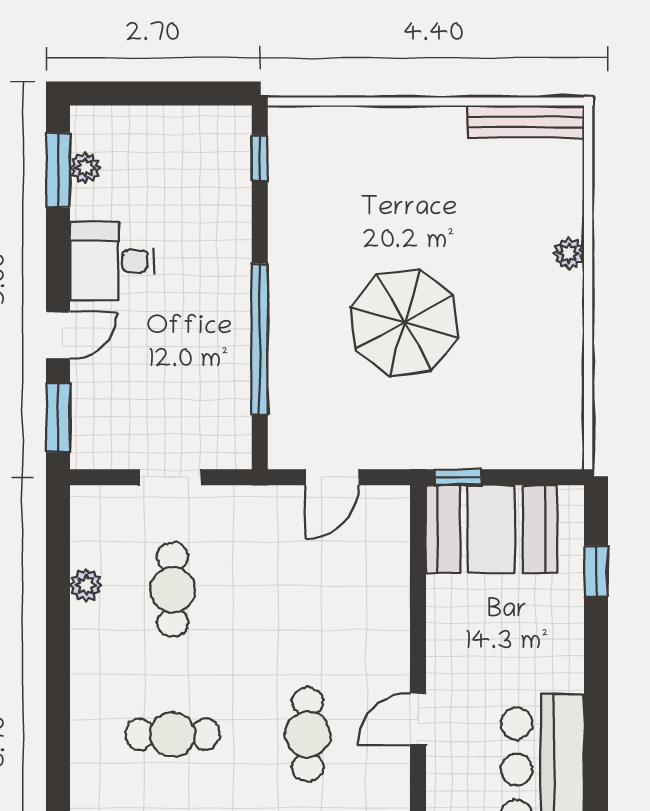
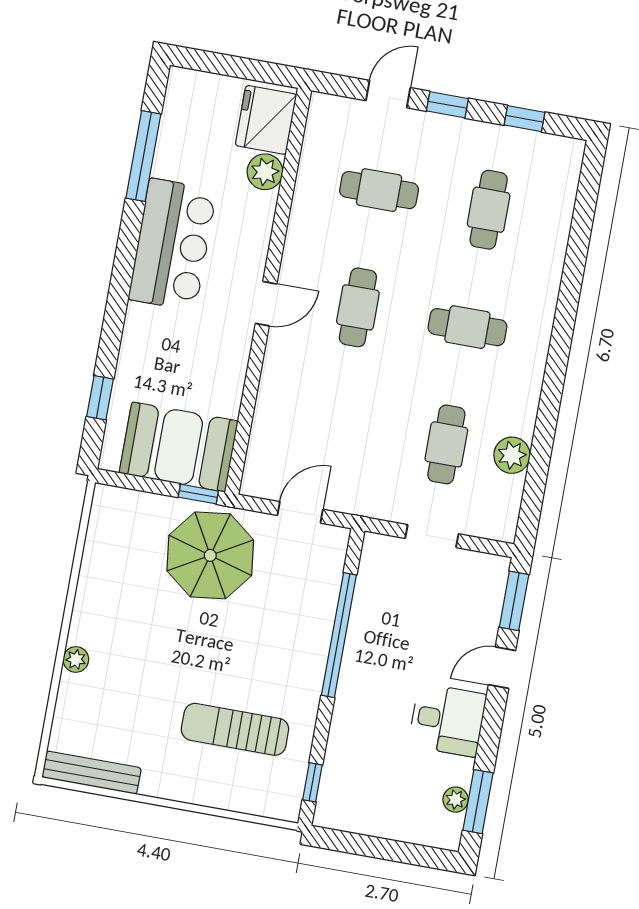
sun lounger: (364, 204) -> (235, 729), added
parasol: (405, 323) -> (210, 555), moved
plant: (86, 585) -> (512, 455), width x1.38, depth x1.38

